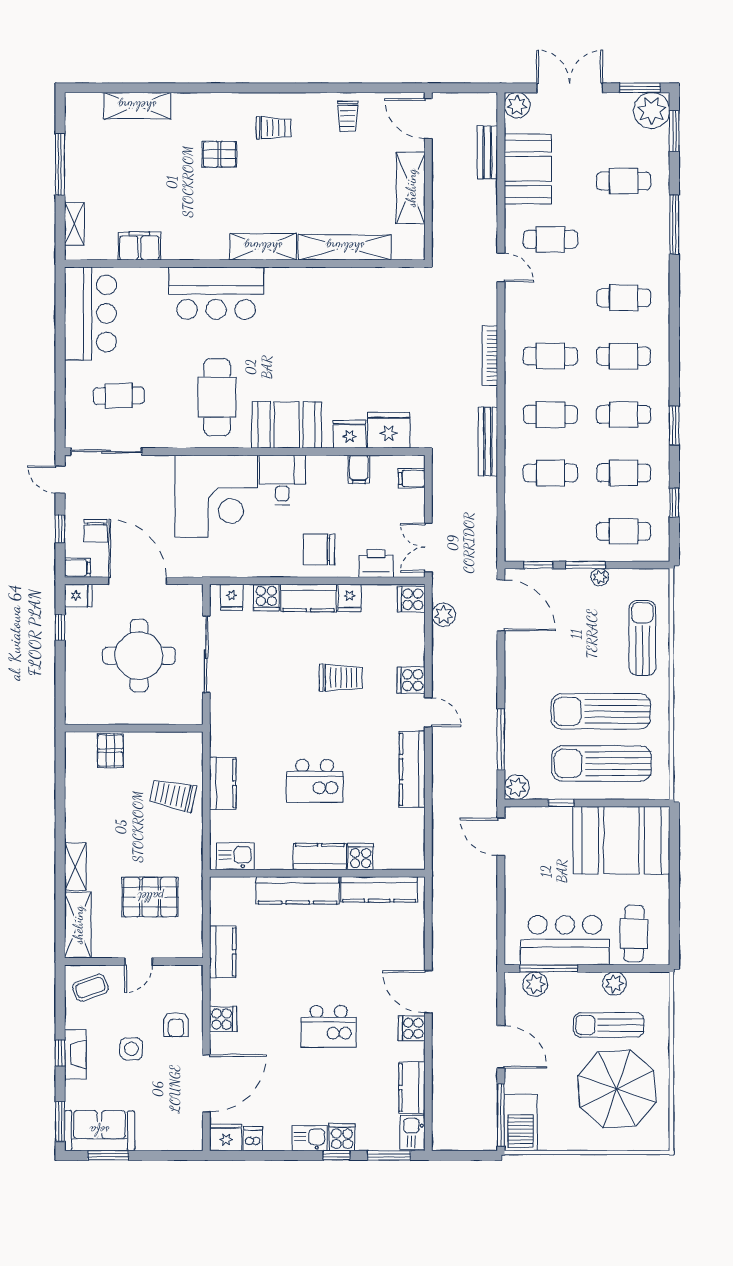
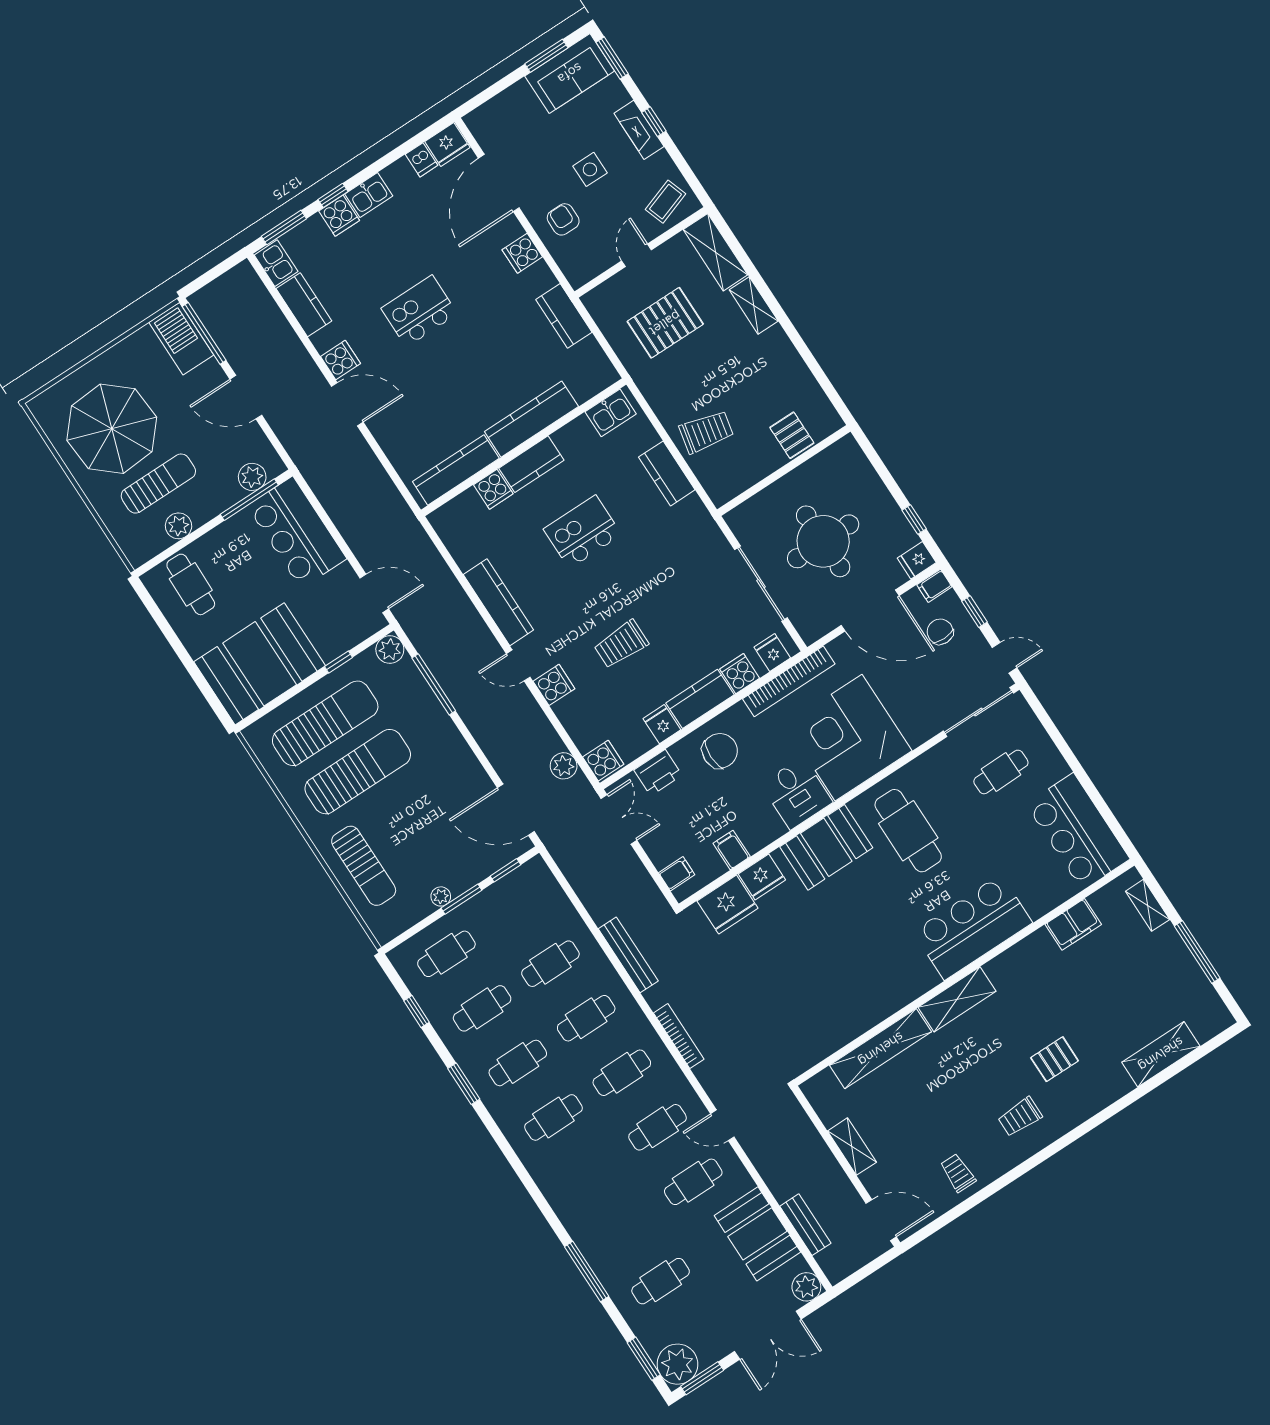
shelving: (411, 188) -> (852, 1147), width x0.67, depth x0.75
cafe table: (624, 298) -> (658, 1127), moved
bookcase: (233, 568) -> (789, 681), added
bar counter: (565, 940) -> (297, 532), moved, turned 90

